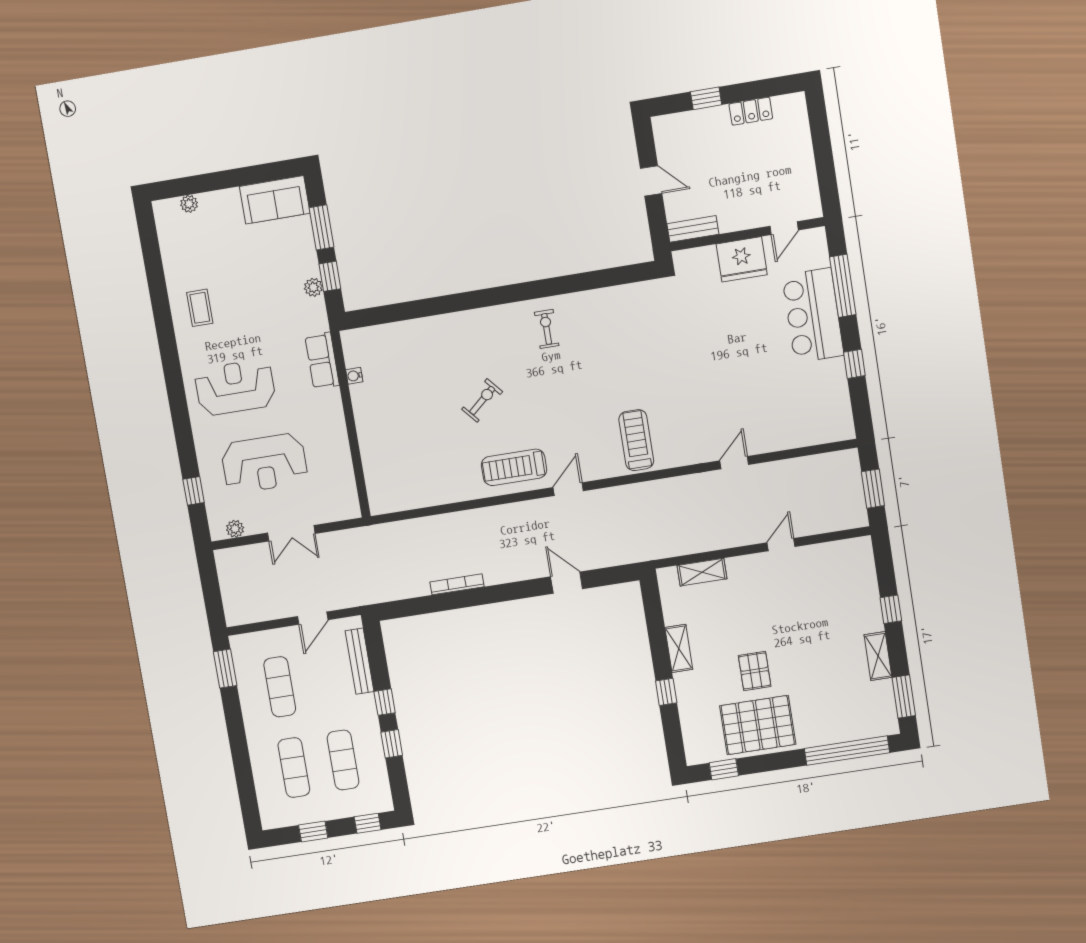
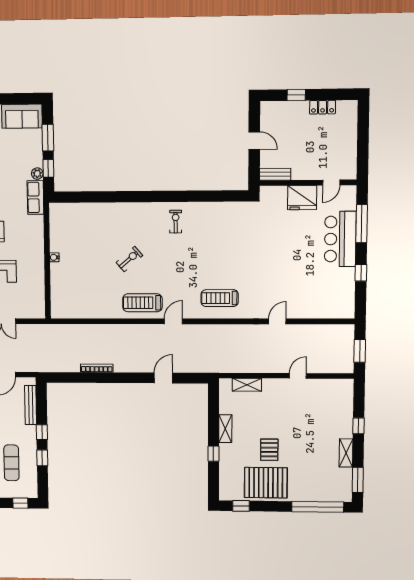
row of seats: (322, 361) -> (35, 197), moved
water cooler: (354, 376) -> (54, 257), moved
treadmill: (636, 440) -> (220, 298), turned -90
door: (567, 583) -> (163, 378), hinge flipped

